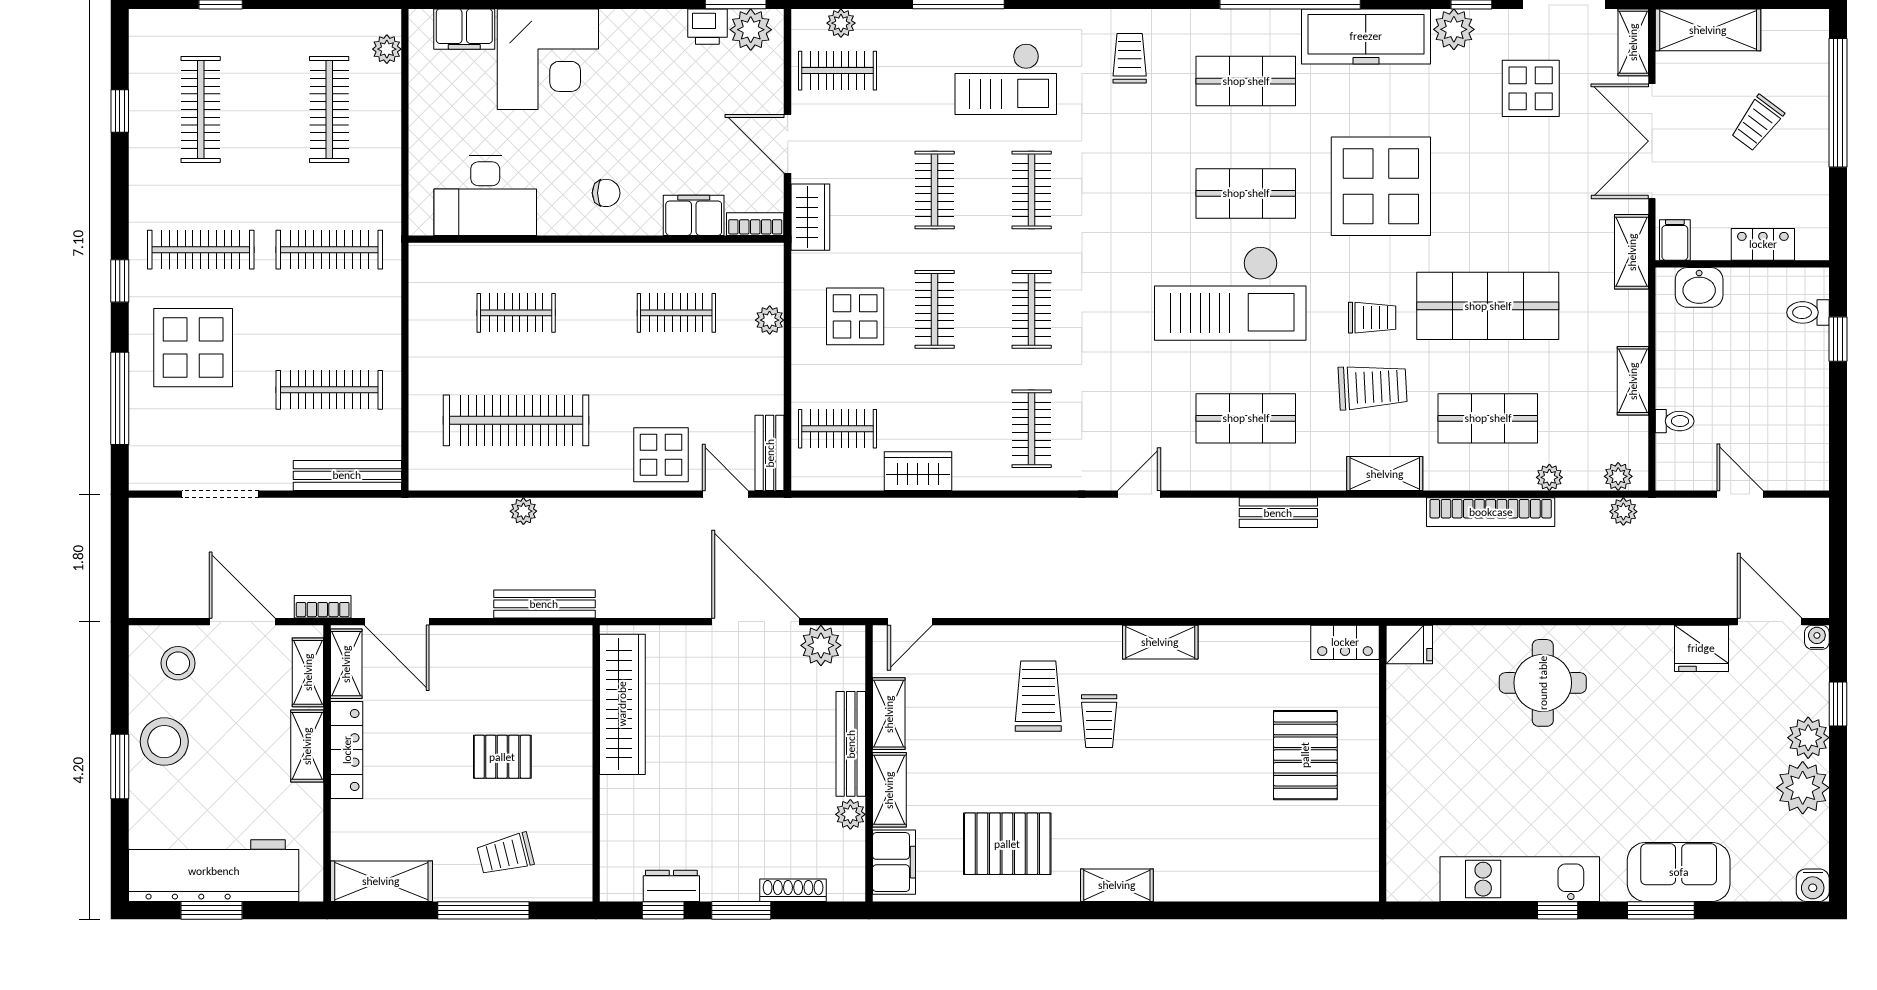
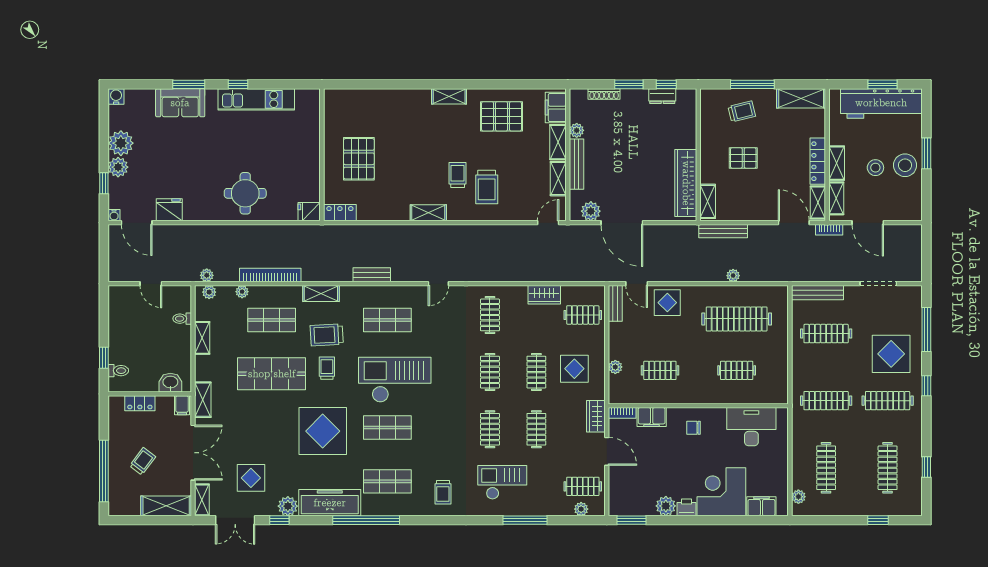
printer: (707, 27) -> (686, 507), moved
plant: (751, 30) -> (666, 506), moved
trolley: (1372, 318) -> (327, 368), turned 90
stool: (178, 663) -> (875, 168), moved
shelving: (576, 666) -> (708, 201), added

